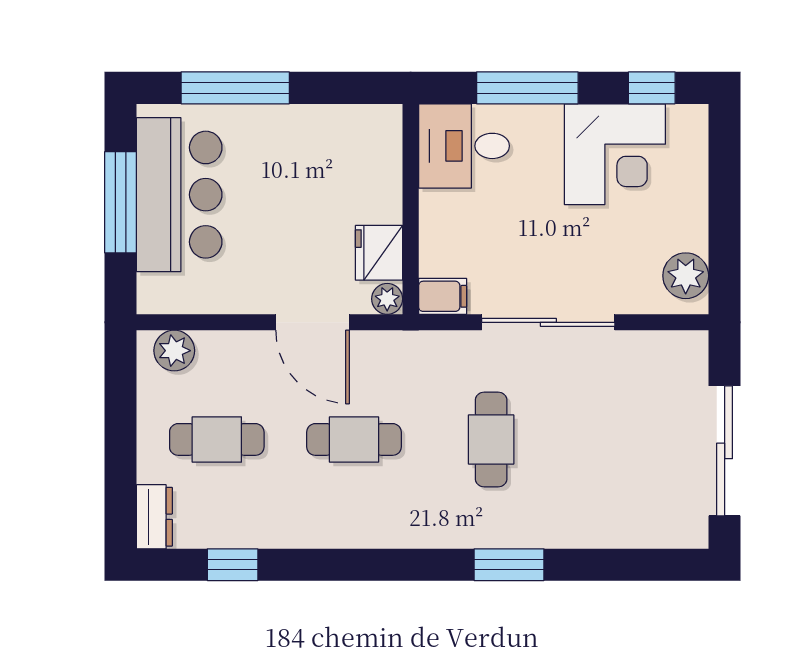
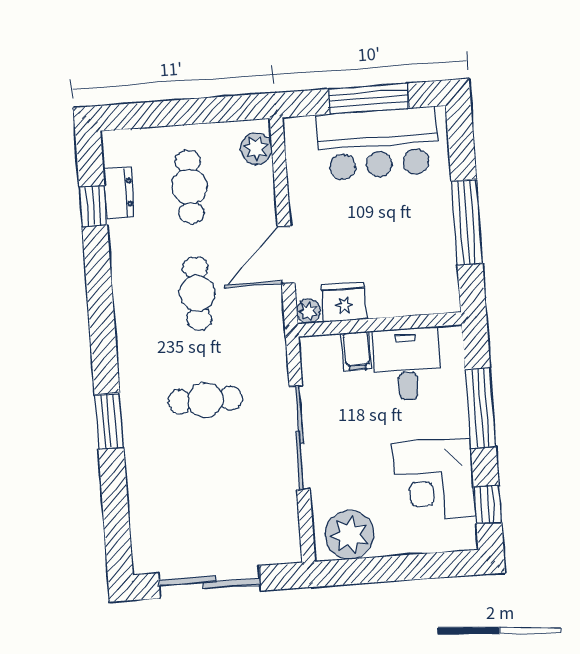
window: (235, 88) -> (467, 222), moved
desk: (464, 146) -> (407, 364), moved
plant: (686, 276) -> (350, 535), width x1.36, depth x1.36
filing cabinet: (443, 296) -> (356, 351), moved
dresser: (154, 517) -> (119, 193), moved, turned -90

